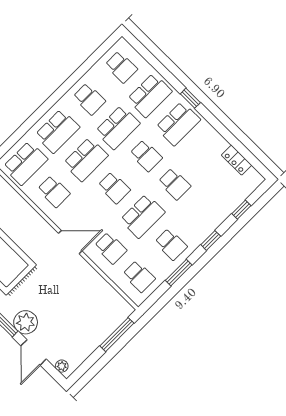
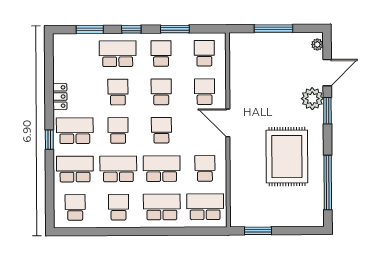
locker: (237, 160) -> (60, 97), moved
window: (241, 210) -> (90, 30), width x1.50
school desk: (203, 212) -> (118, 54), added
school desk: (143, 216) -> (161, 92), width x0.54
window: (117, 335) -> (274, 29), moved

